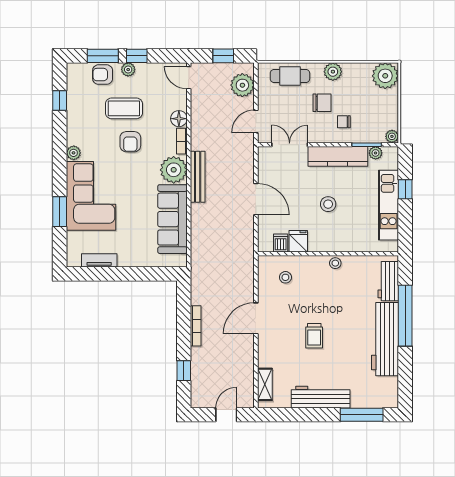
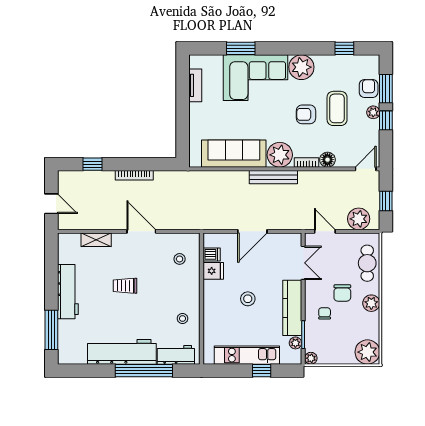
plant: (74, 153) -> (301, 67), width x1.88, depth x1.88
stool: (335, 263) -> (182, 319), moved
shelving: (265, 384) -> (96, 240), moved

